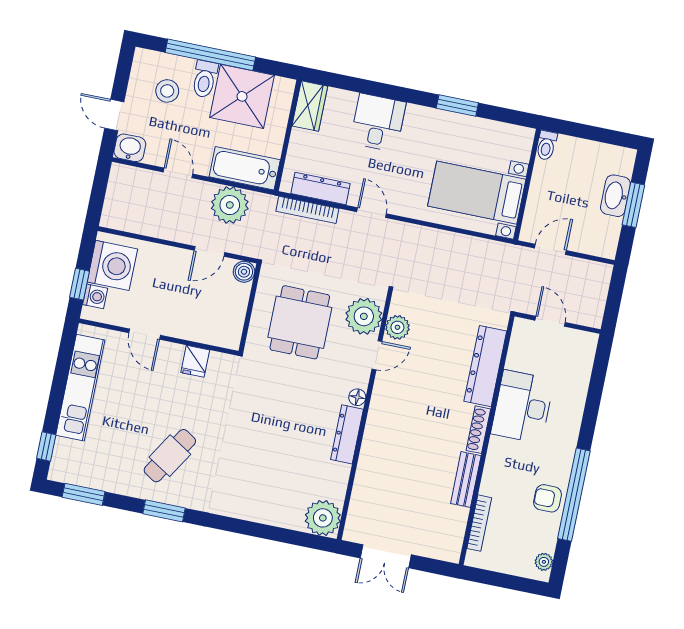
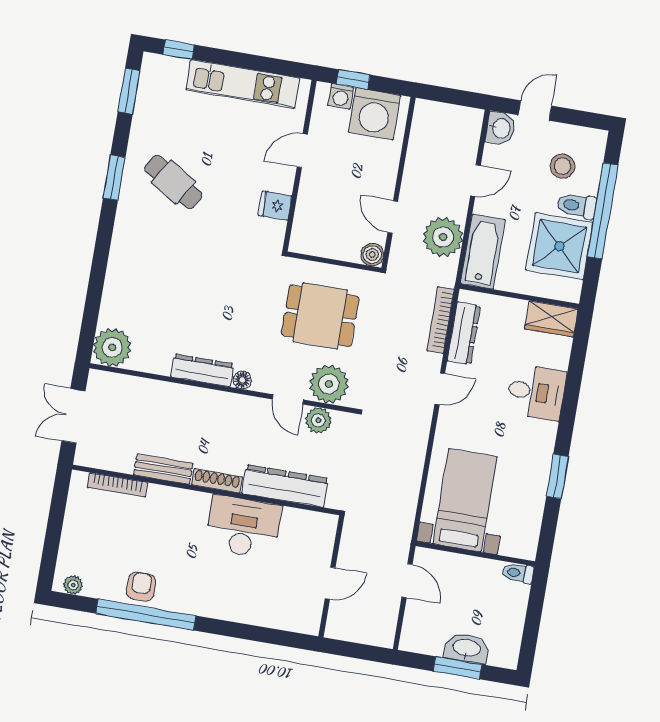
dresser: (485, 366) -> (285, 486), moved
desk: (522, 407) -> (243, 527), moved
shoe rack: (478, 430) -> (217, 481), moved
wall: (487, 440) -> (206, 490), moved
bench: (466, 480) -> (163, 469), moved
bookcase: (479, 523) -> (117, 485), moved

